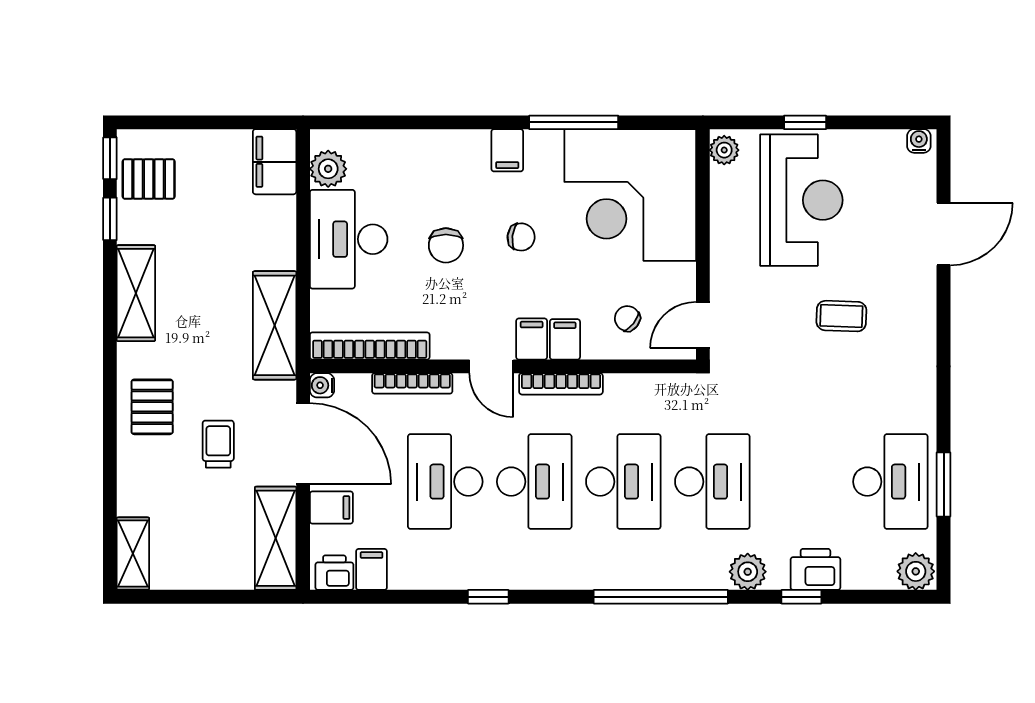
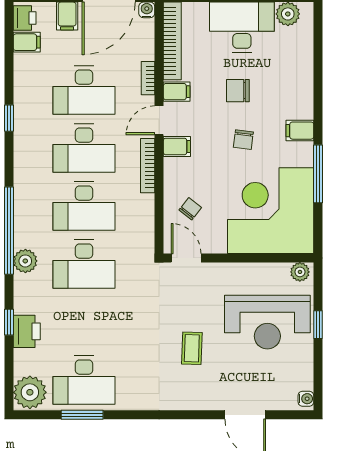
filing cabinet: (565, 339) -> (177, 92), moved
bookcase: (412, 383) -> (148, 78), width x0.64
desk: (445, 482) -> (84, 90), turned 180
plant: (916, 571) -> (30, 392), width x1.36, depth x1.36
plant: (748, 572) -> (25, 261), moved

